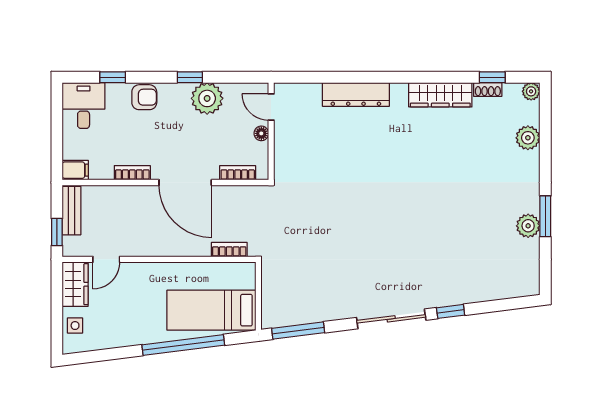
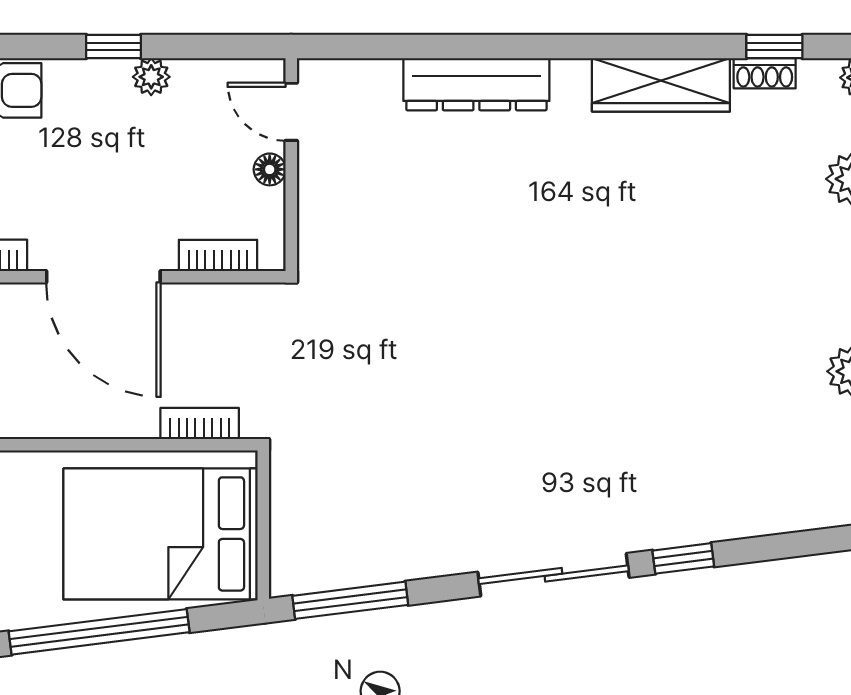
plant: (207, 98) -> (151, 77), width x0.53, depth x0.53
bed: (211, 310) -> (161, 534), width x1.50

